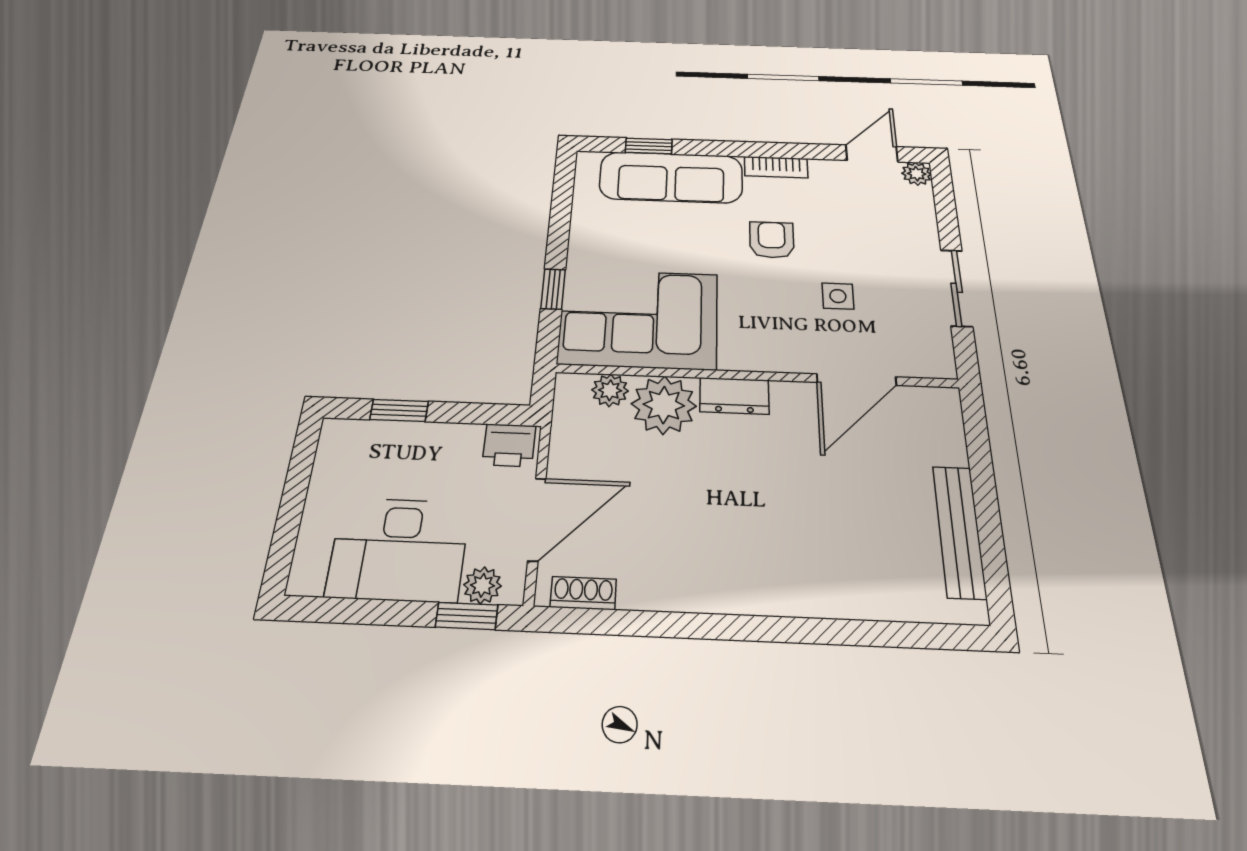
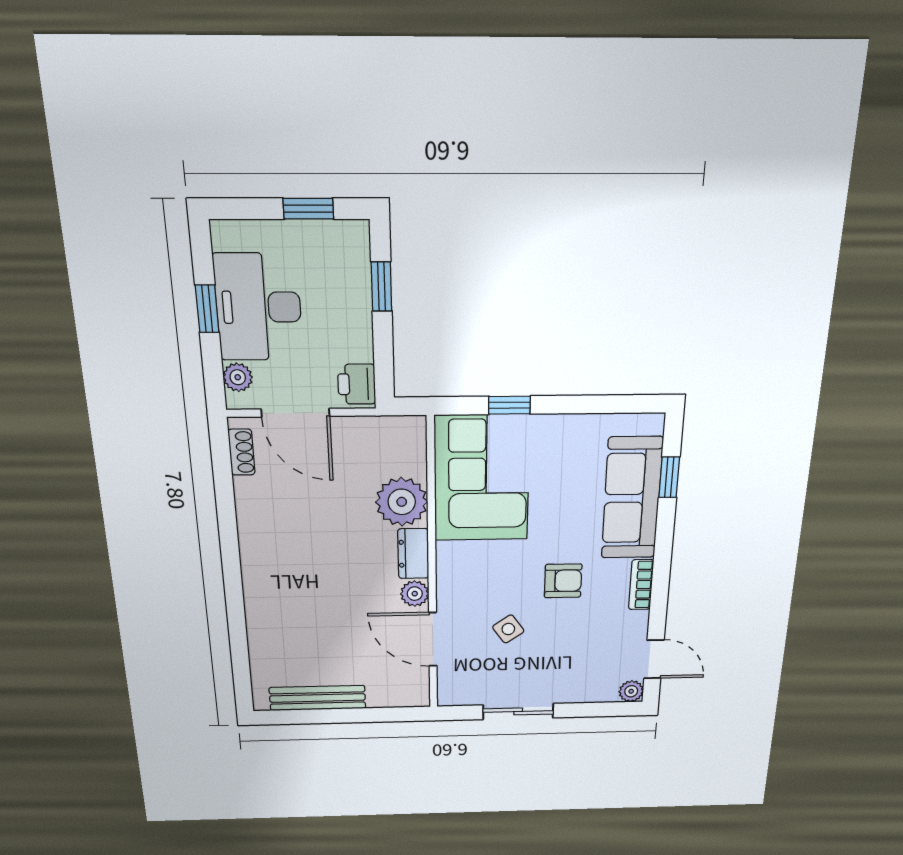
side table: (838, 296) -> (508, 629), turned -35
plant: (610, 390) -> (415, 594), moved
window: (298, 481) -> (308, 209), added
window: (467, 616) -> (207, 309), moved

